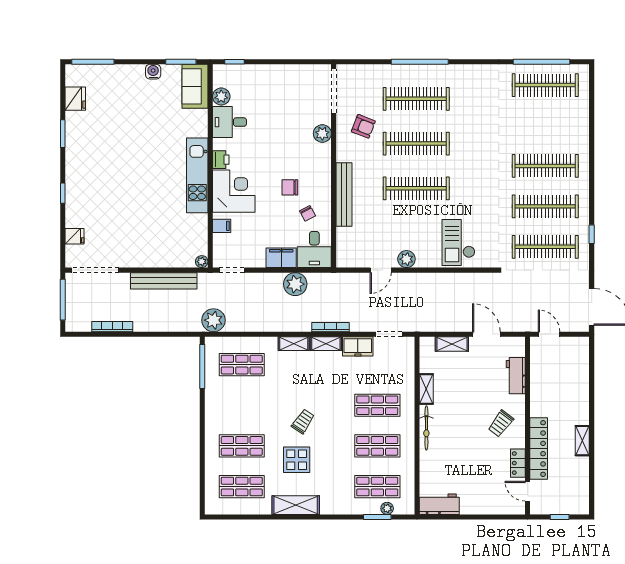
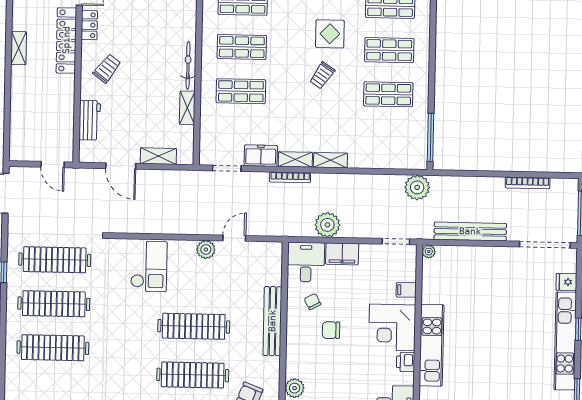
kitchen unit: (74, 182) -> (565, 341), added
chair: (290, 187) -> (331, 330), turned 180
shop shelf: (242, 365) -> (388, 94), moved

